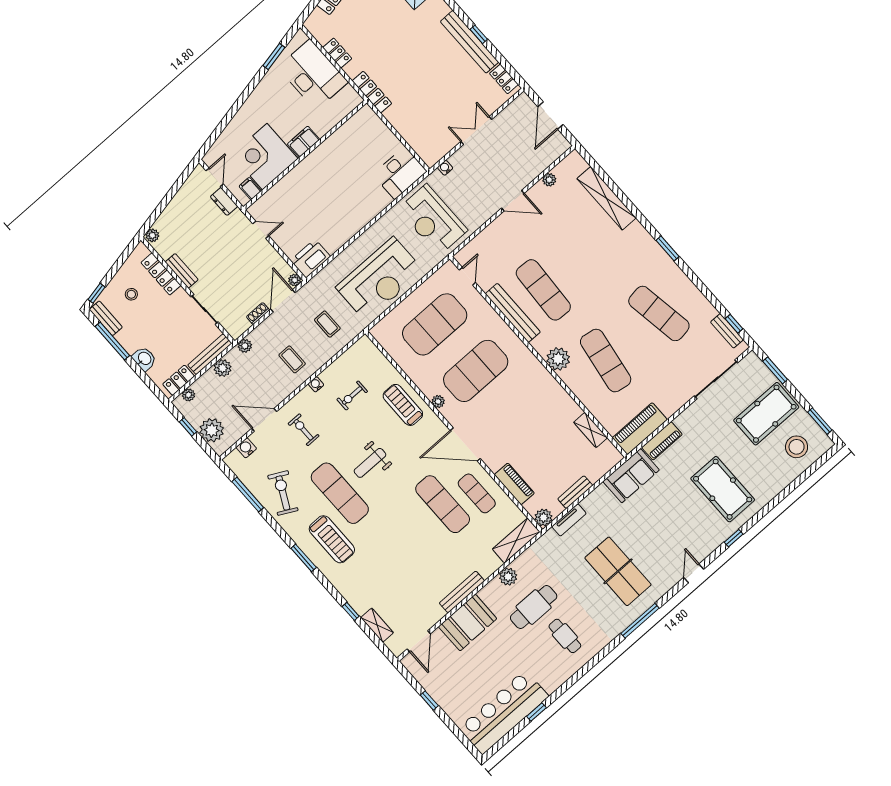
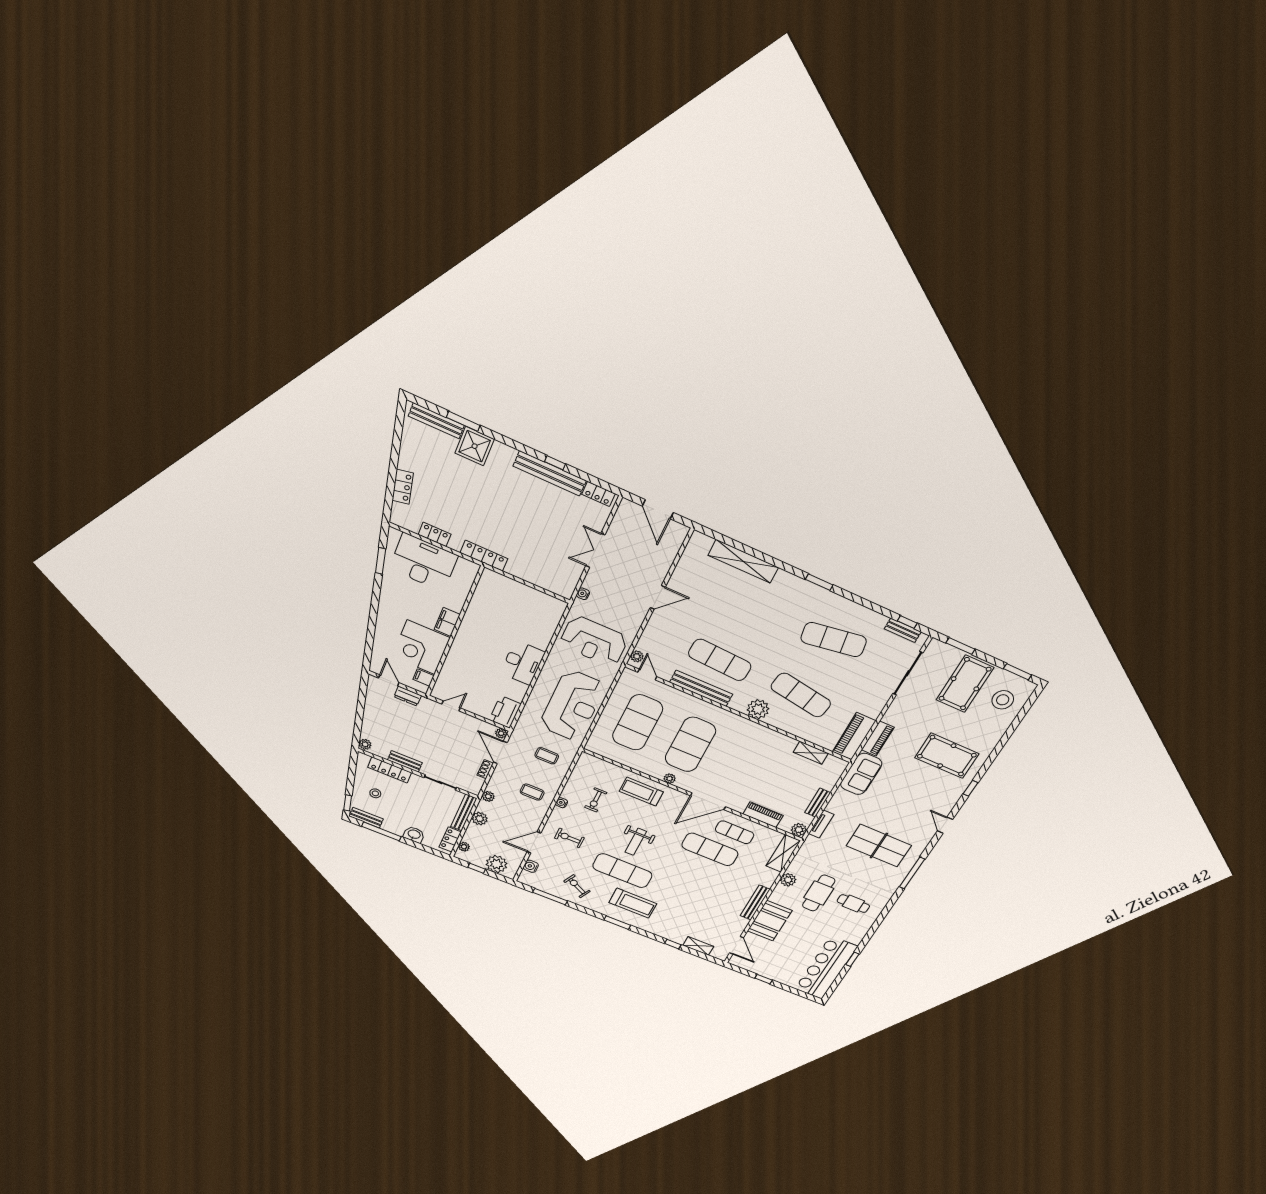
desk: (400, 173) -> (523, 663), moved
plant: (549, 180) -> (637, 656), moved
exercise bike: (283, 493) -> (577, 886), width x0.73, depth x0.72

